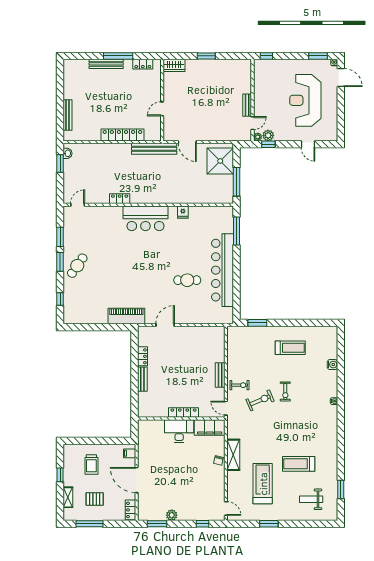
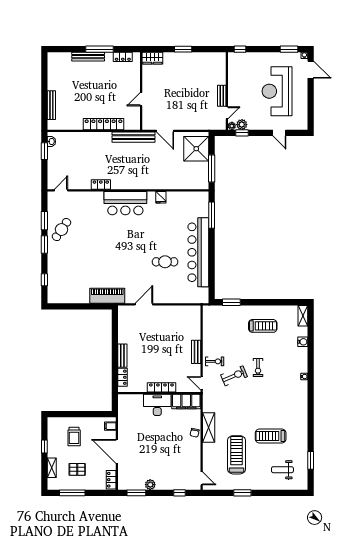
cafe table: (77, 266) -> (61, 230), moved
shelving: (333, 337) -> (303, 316), added
locker: (142, 356) -> (123, 377), moved

